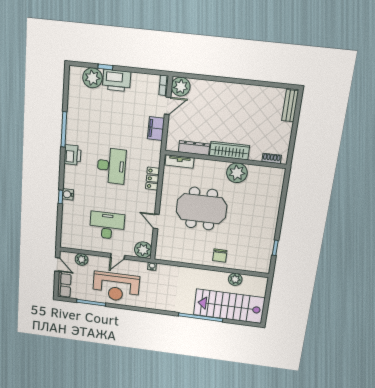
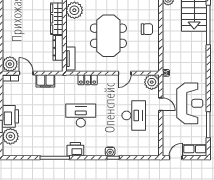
desk: (107, 226) -> (134, 115), turned 180
chair: (220, 255) -> (147, 29), moved
plant: (82, 259) -> (168, 136), removed

